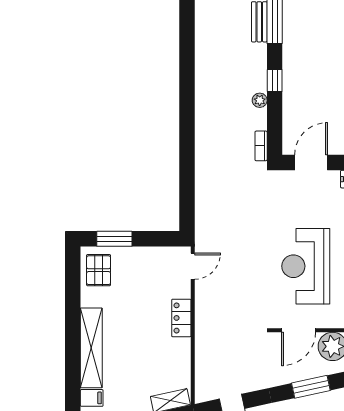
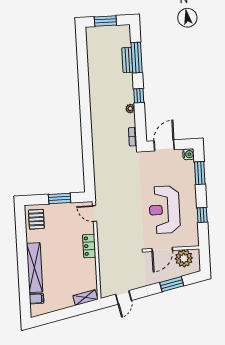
window: (114, 239) -> (60, 198), moved
door: (193, 266) -> (95, 214), swing flipped

